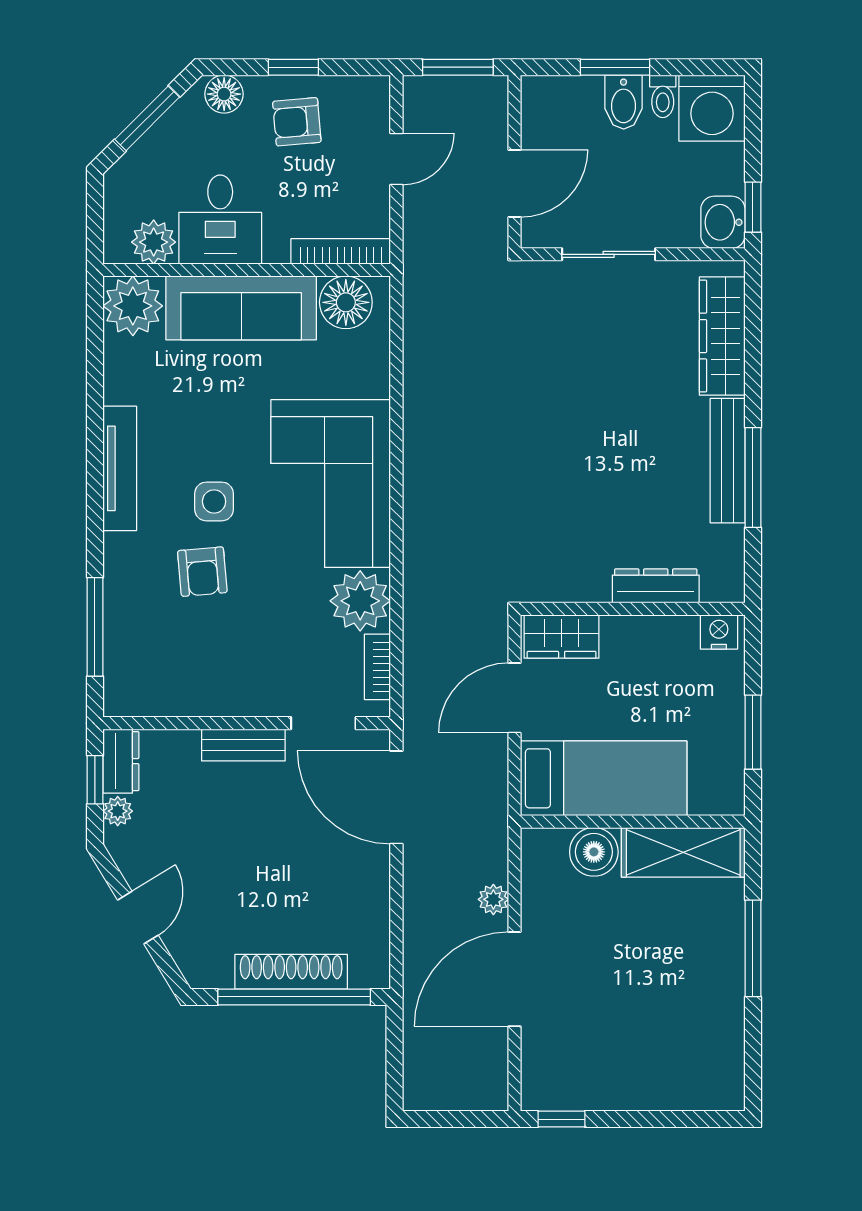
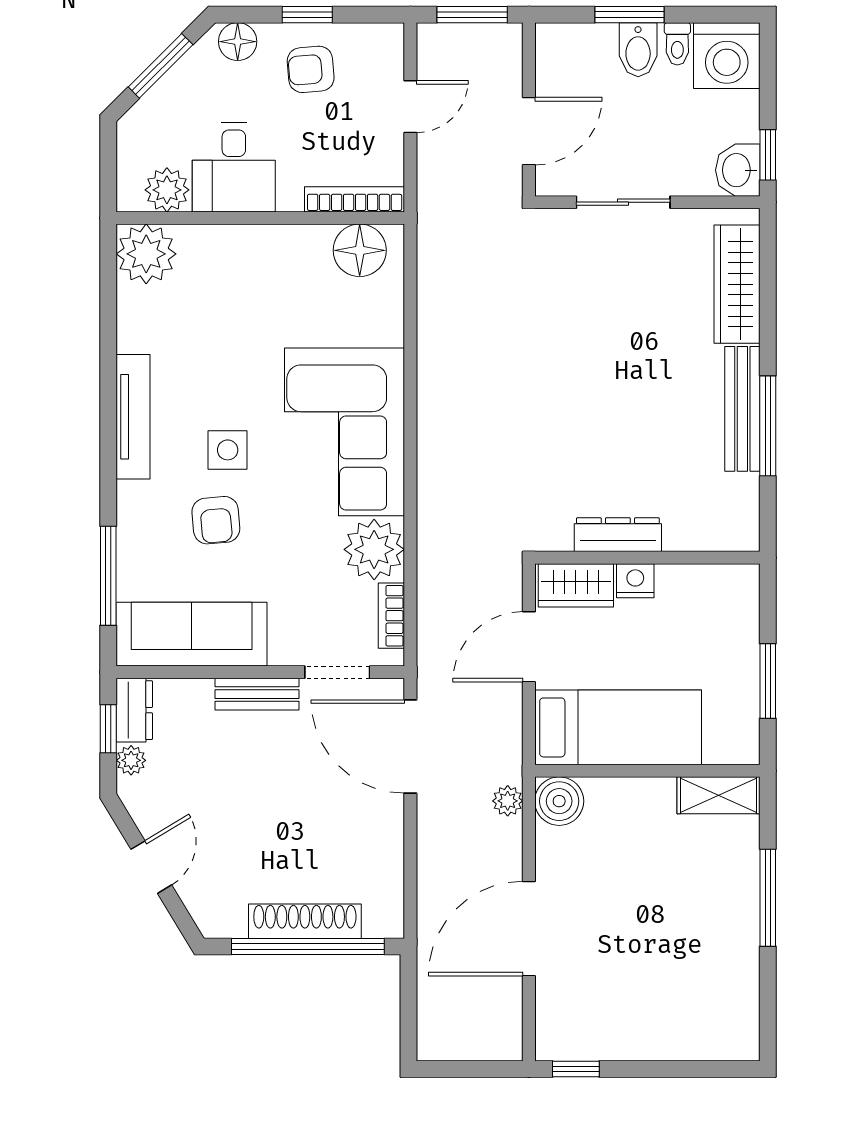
sofa: (241, 308) -> (192, 634), moved, turned 180
dresser: (656, 586) -> (618, 535), moved
nightstand: (719, 632) -> (635, 581), moved
boiler: (594, 852) -> (559, 801), moved
shelving: (683, 852) -> (719, 795), width x0.67, depth x0.75
plant: (493, 899) -> (508, 801), moved

